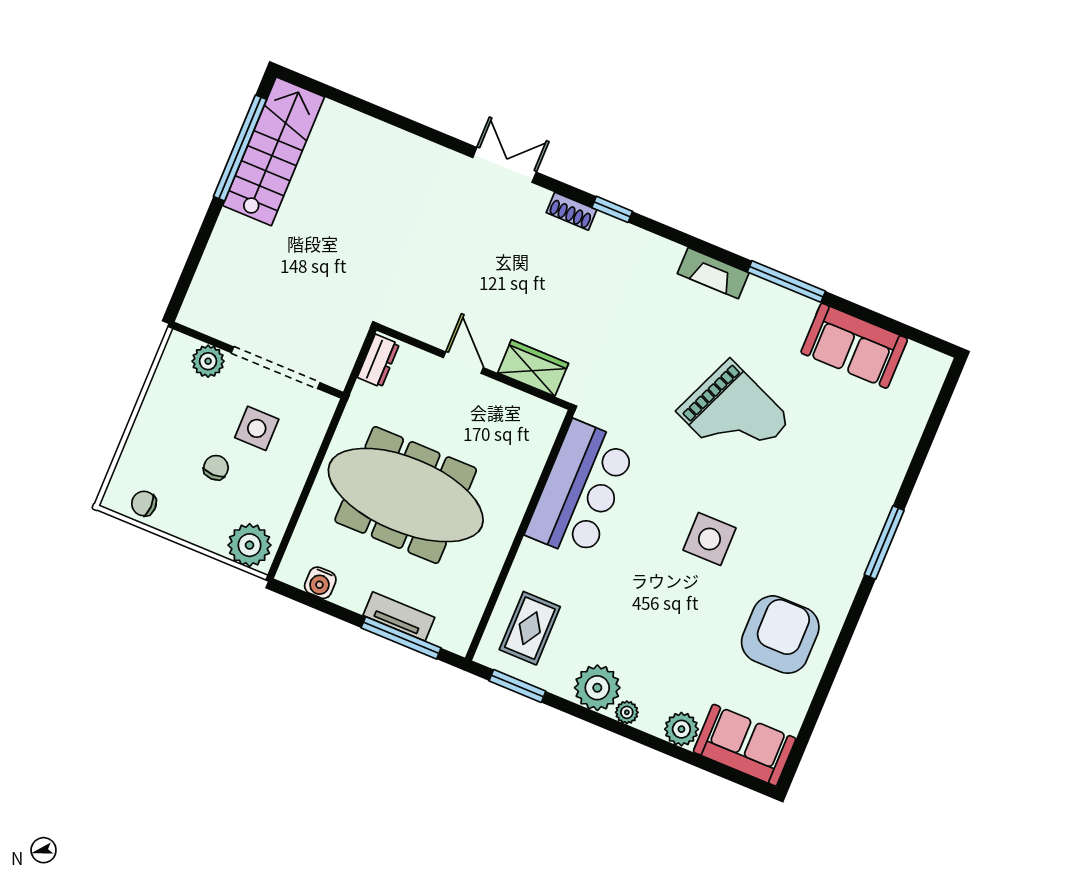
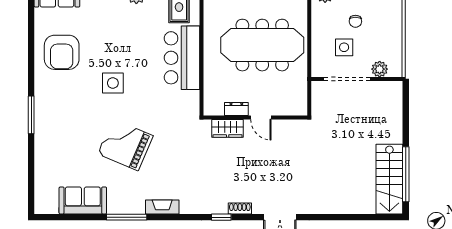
dresser: (378, 361) -> (236, 109), moved, turned 90
bar counter: (581, 490) -> (182, 58), moved

